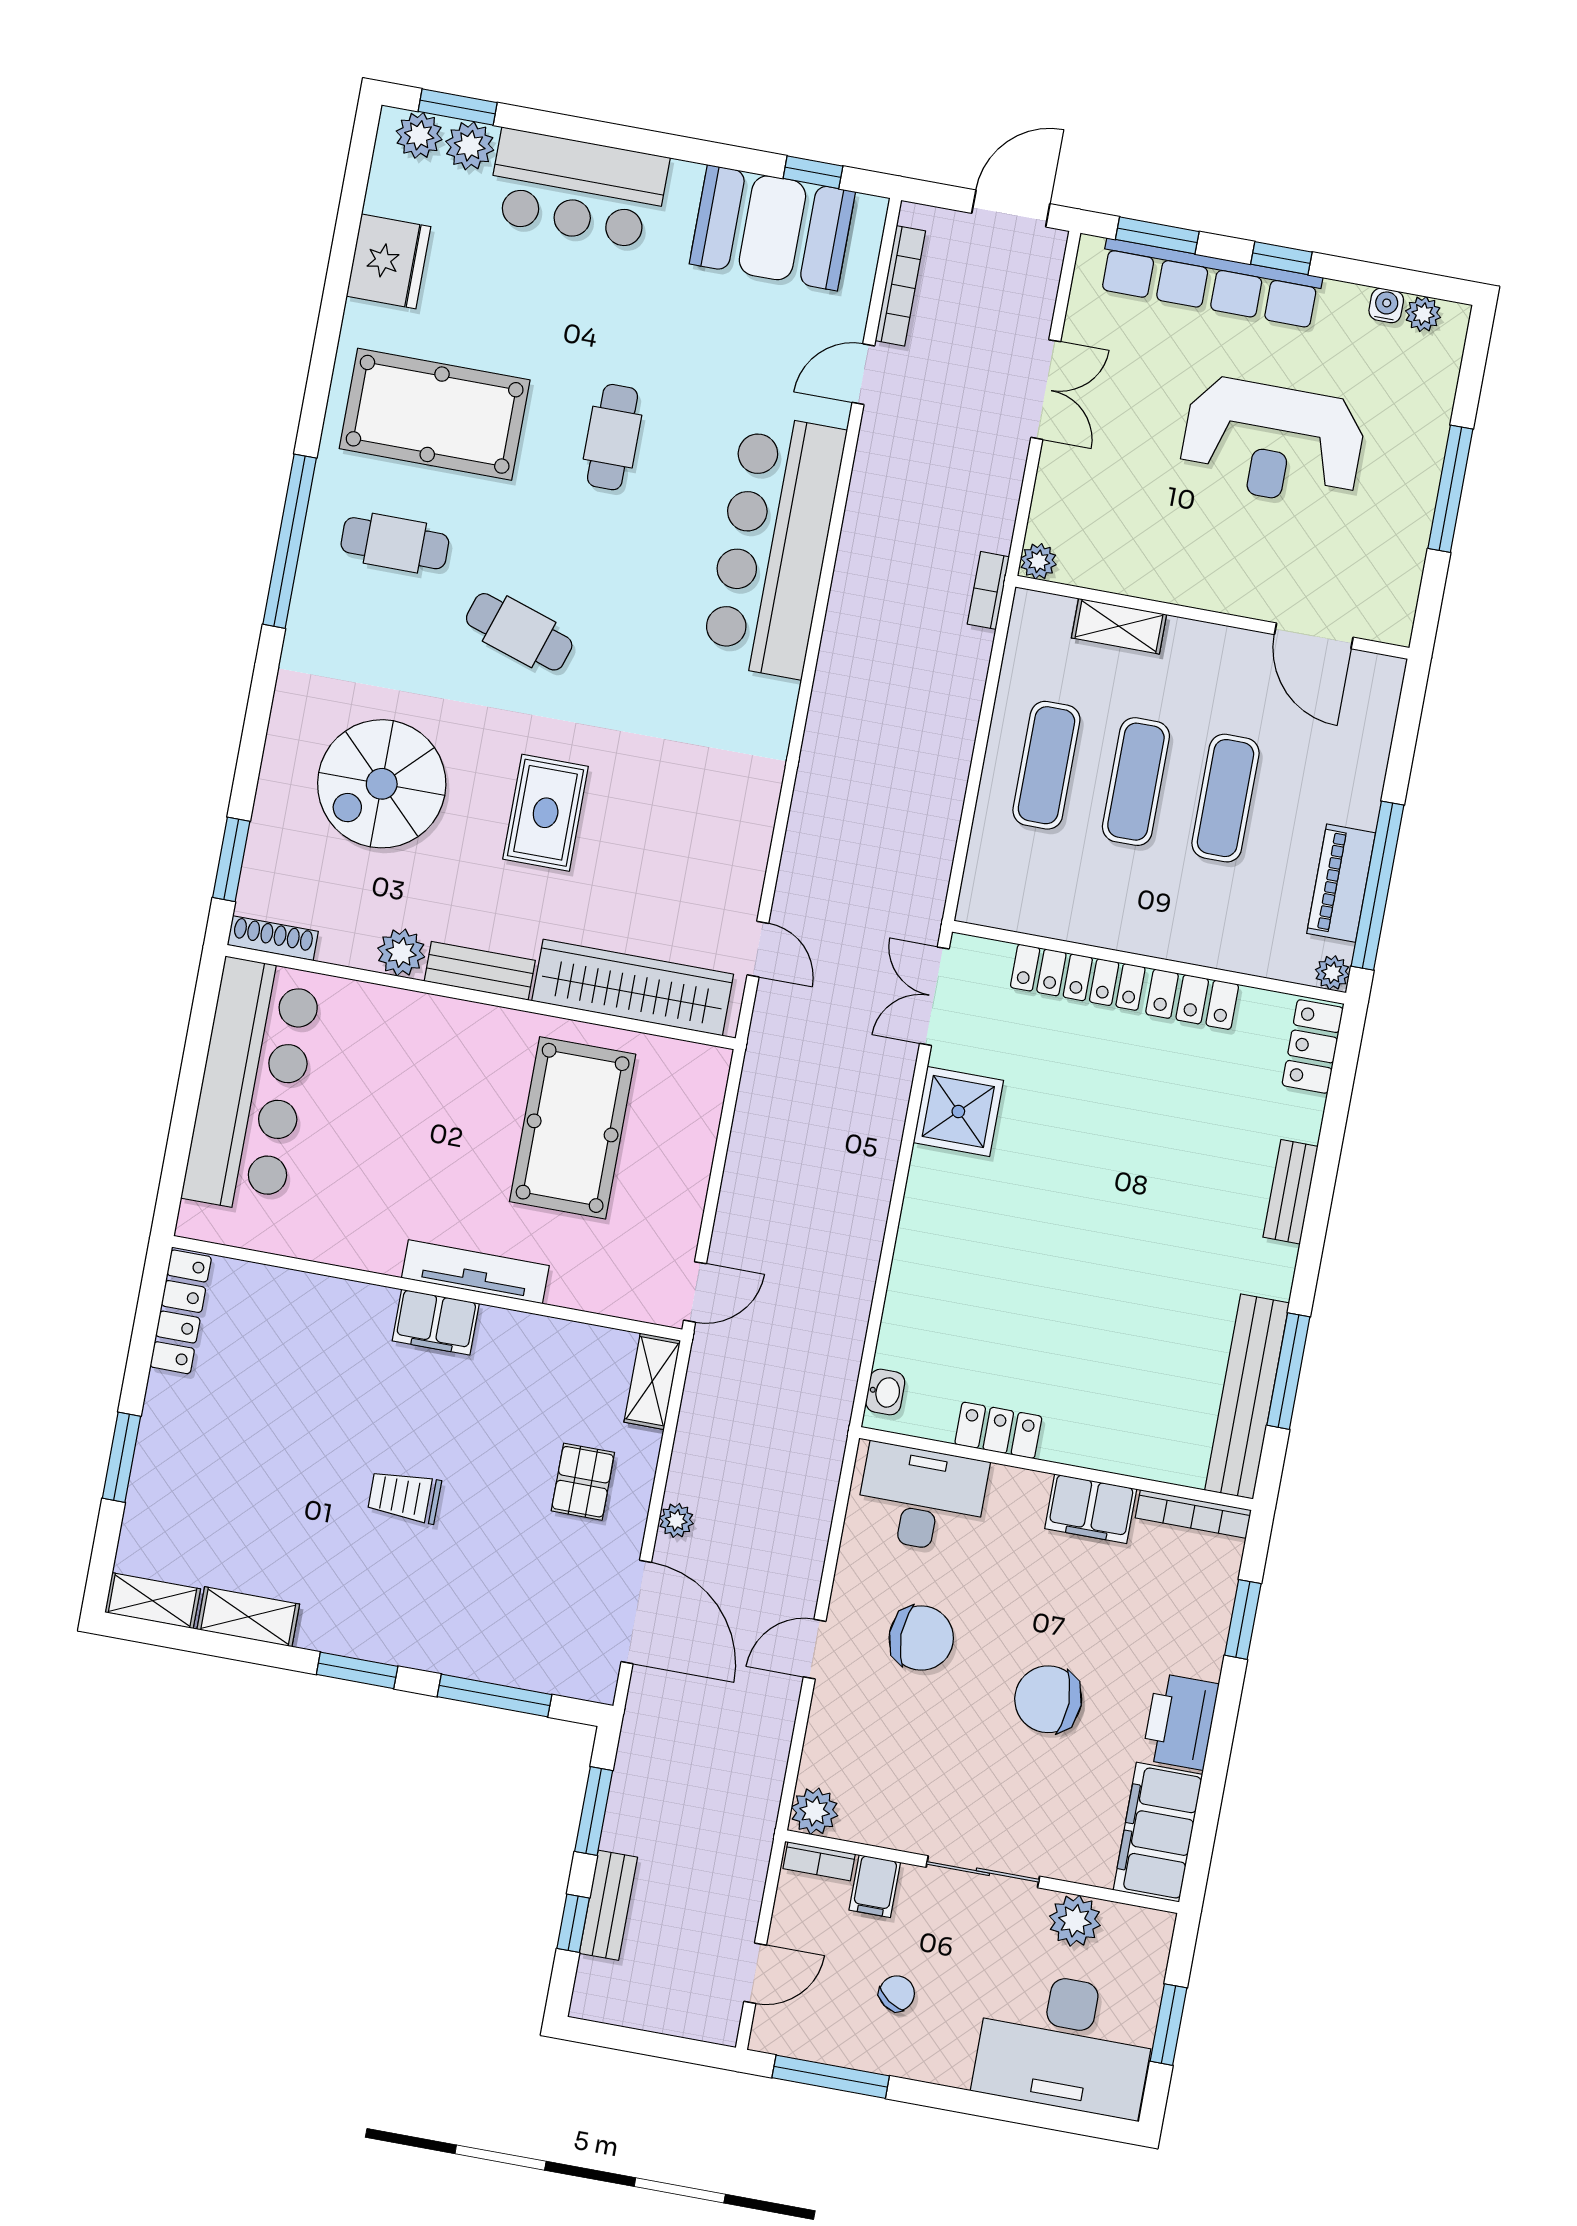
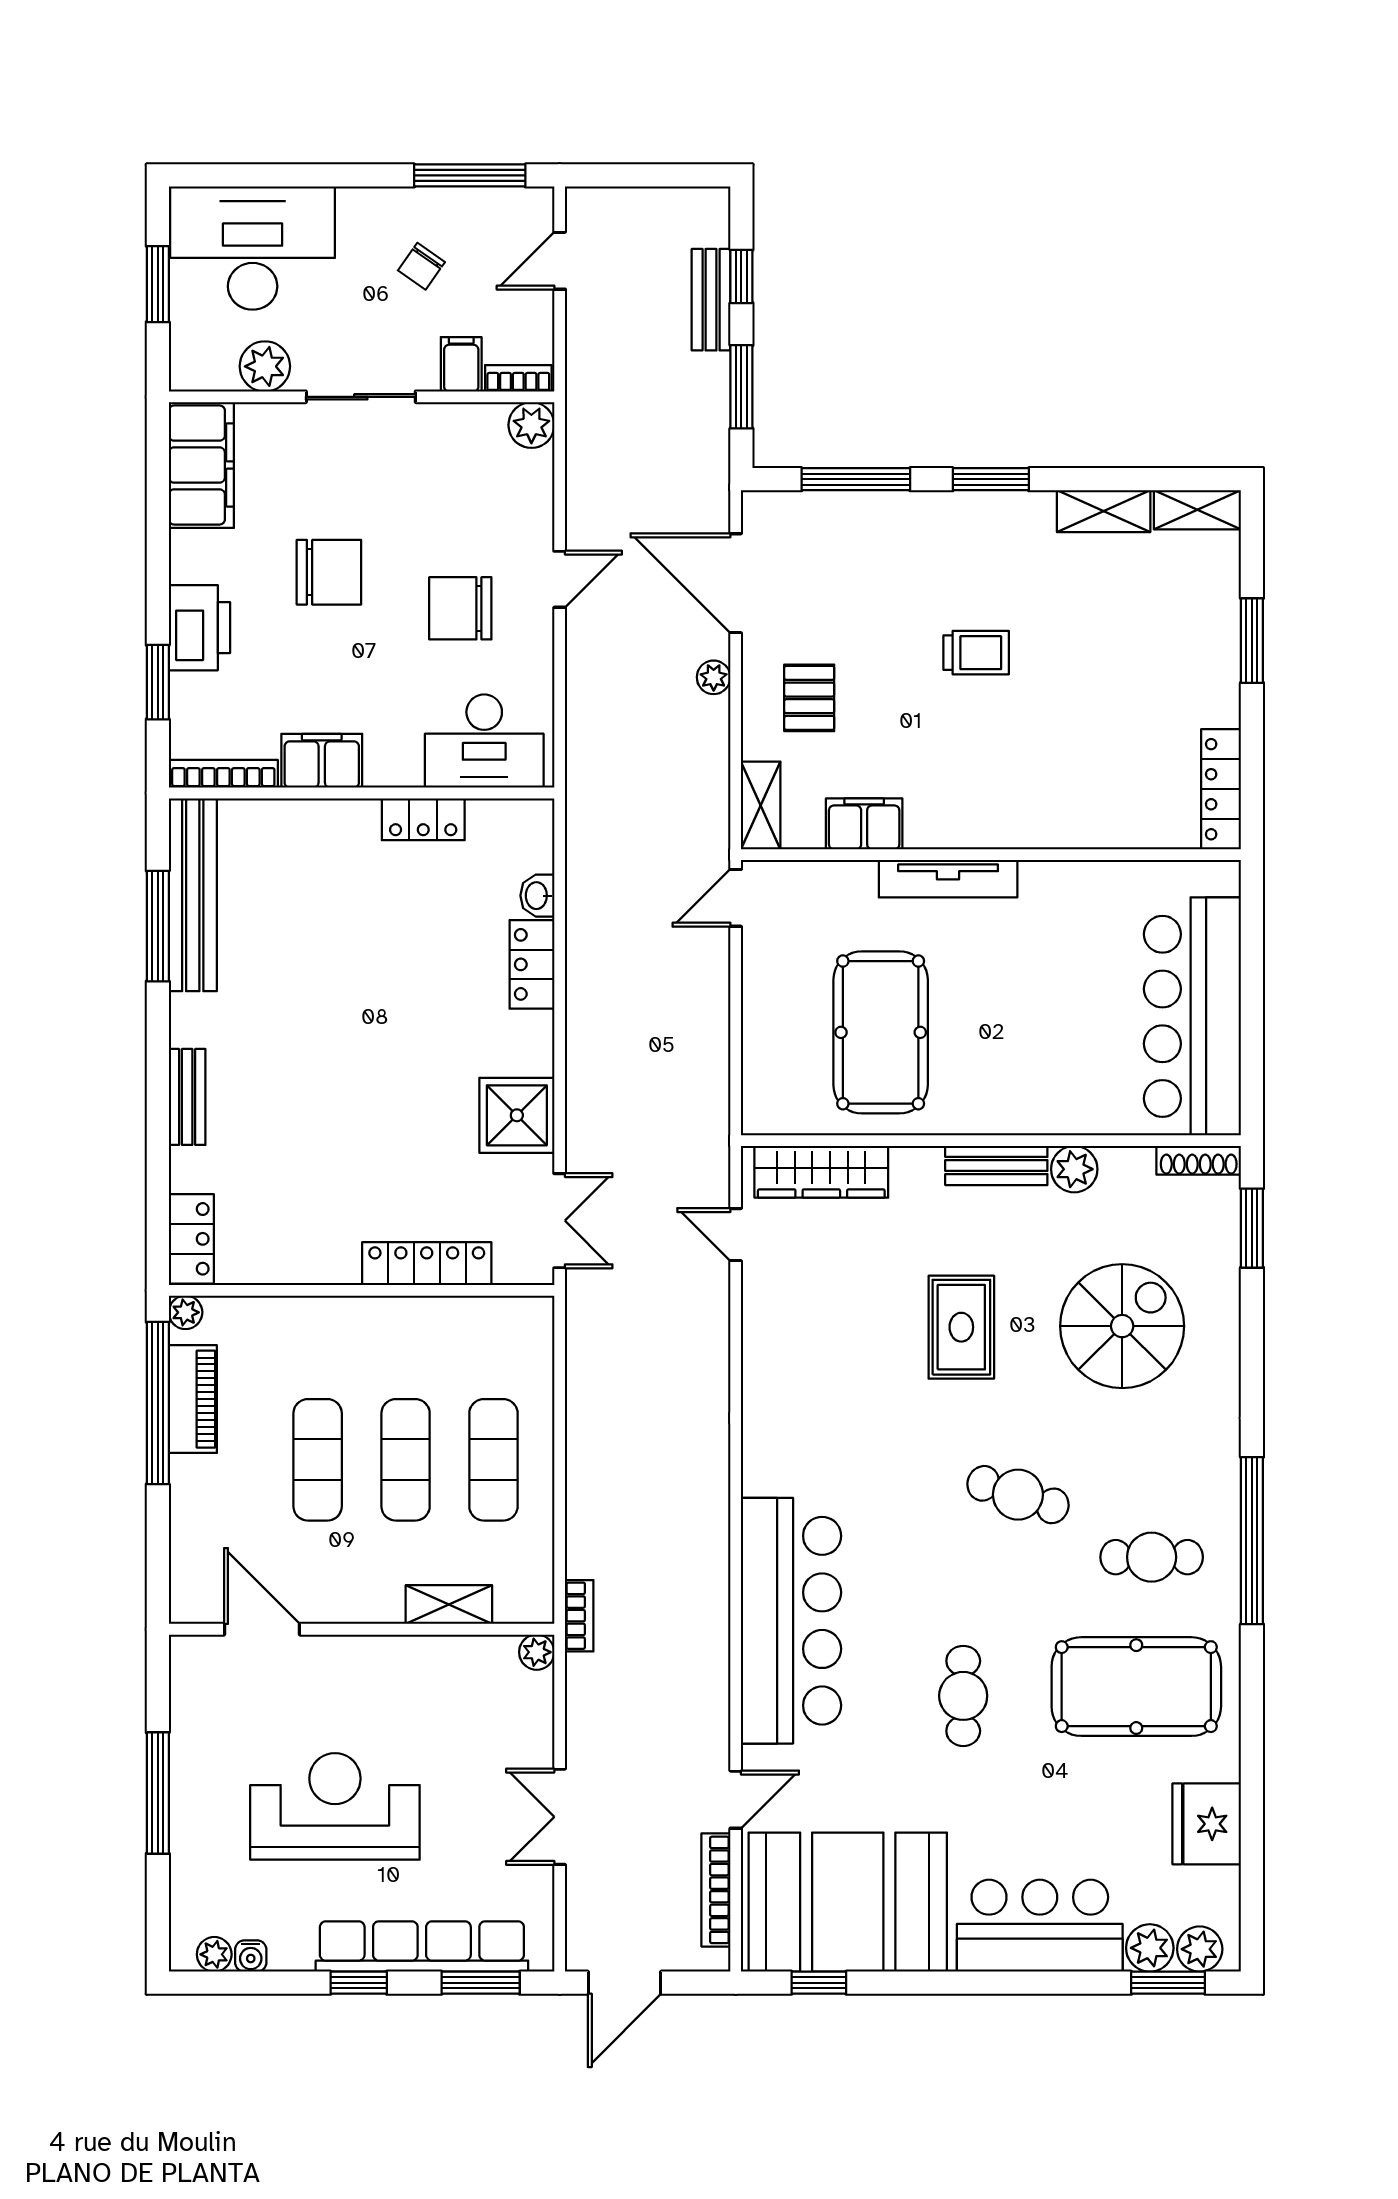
booth: (772, 228) -> (848, 1902), width x1.36, depth x1.42
wardrobe: (633, 988) -> (821, 1172), width x0.71, depth x0.85
locker: (1192, 999) -> (532, 964), moved, turned -90
filing cabinet: (436, 1322) -> (864, 824), moved
washbasin: (885, 1392) -> (537, 896), moved
printer: (1180, 1722) -> (199, 628), moved

